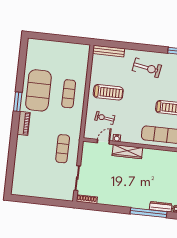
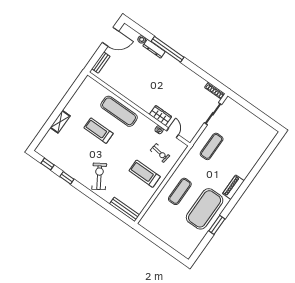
exercise bike: (147, 68) -> (99, 176), turned 48
window: (18, 102) -> (217, 225), moved
door: (103, 142) -> (173, 133), swing flipped
wardrobe: (127, 152) -> (160, 115), width x0.67

